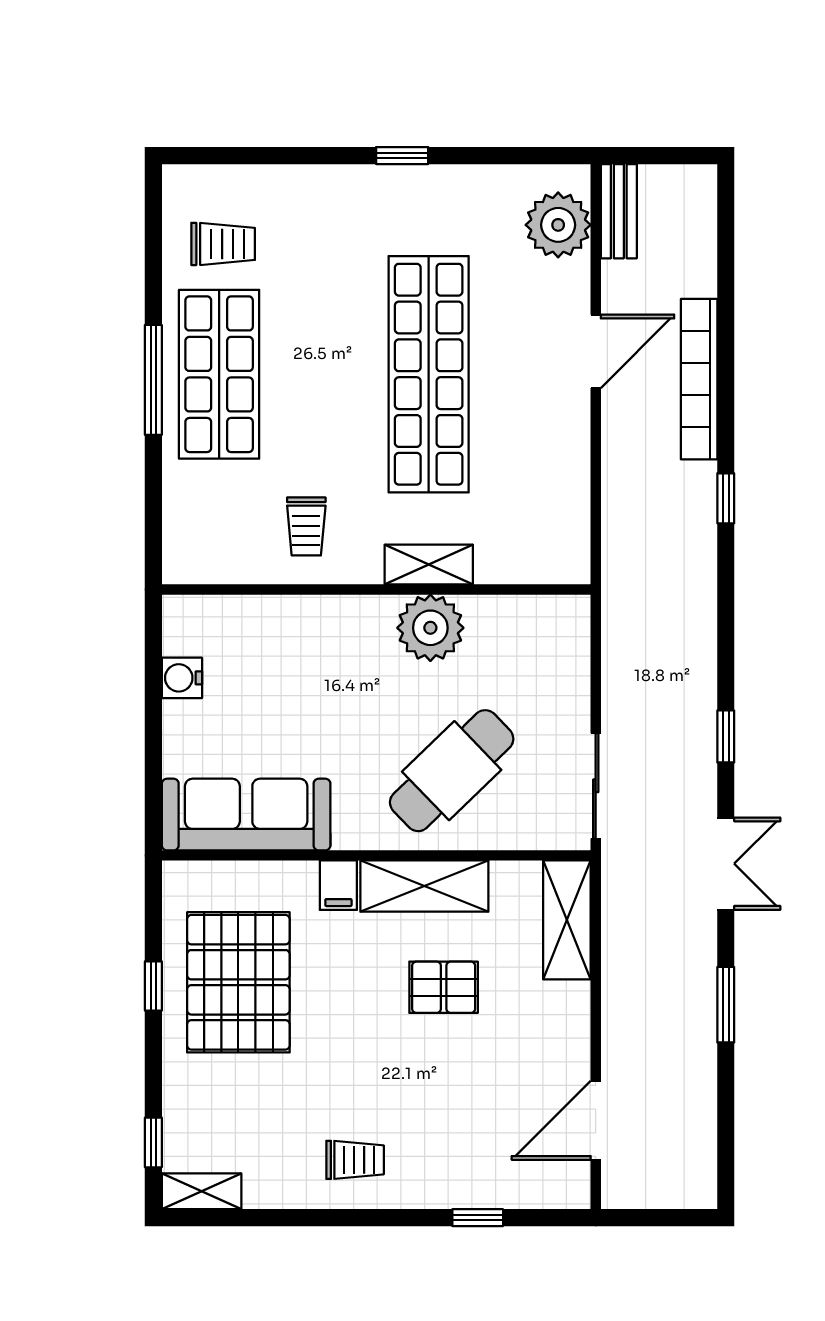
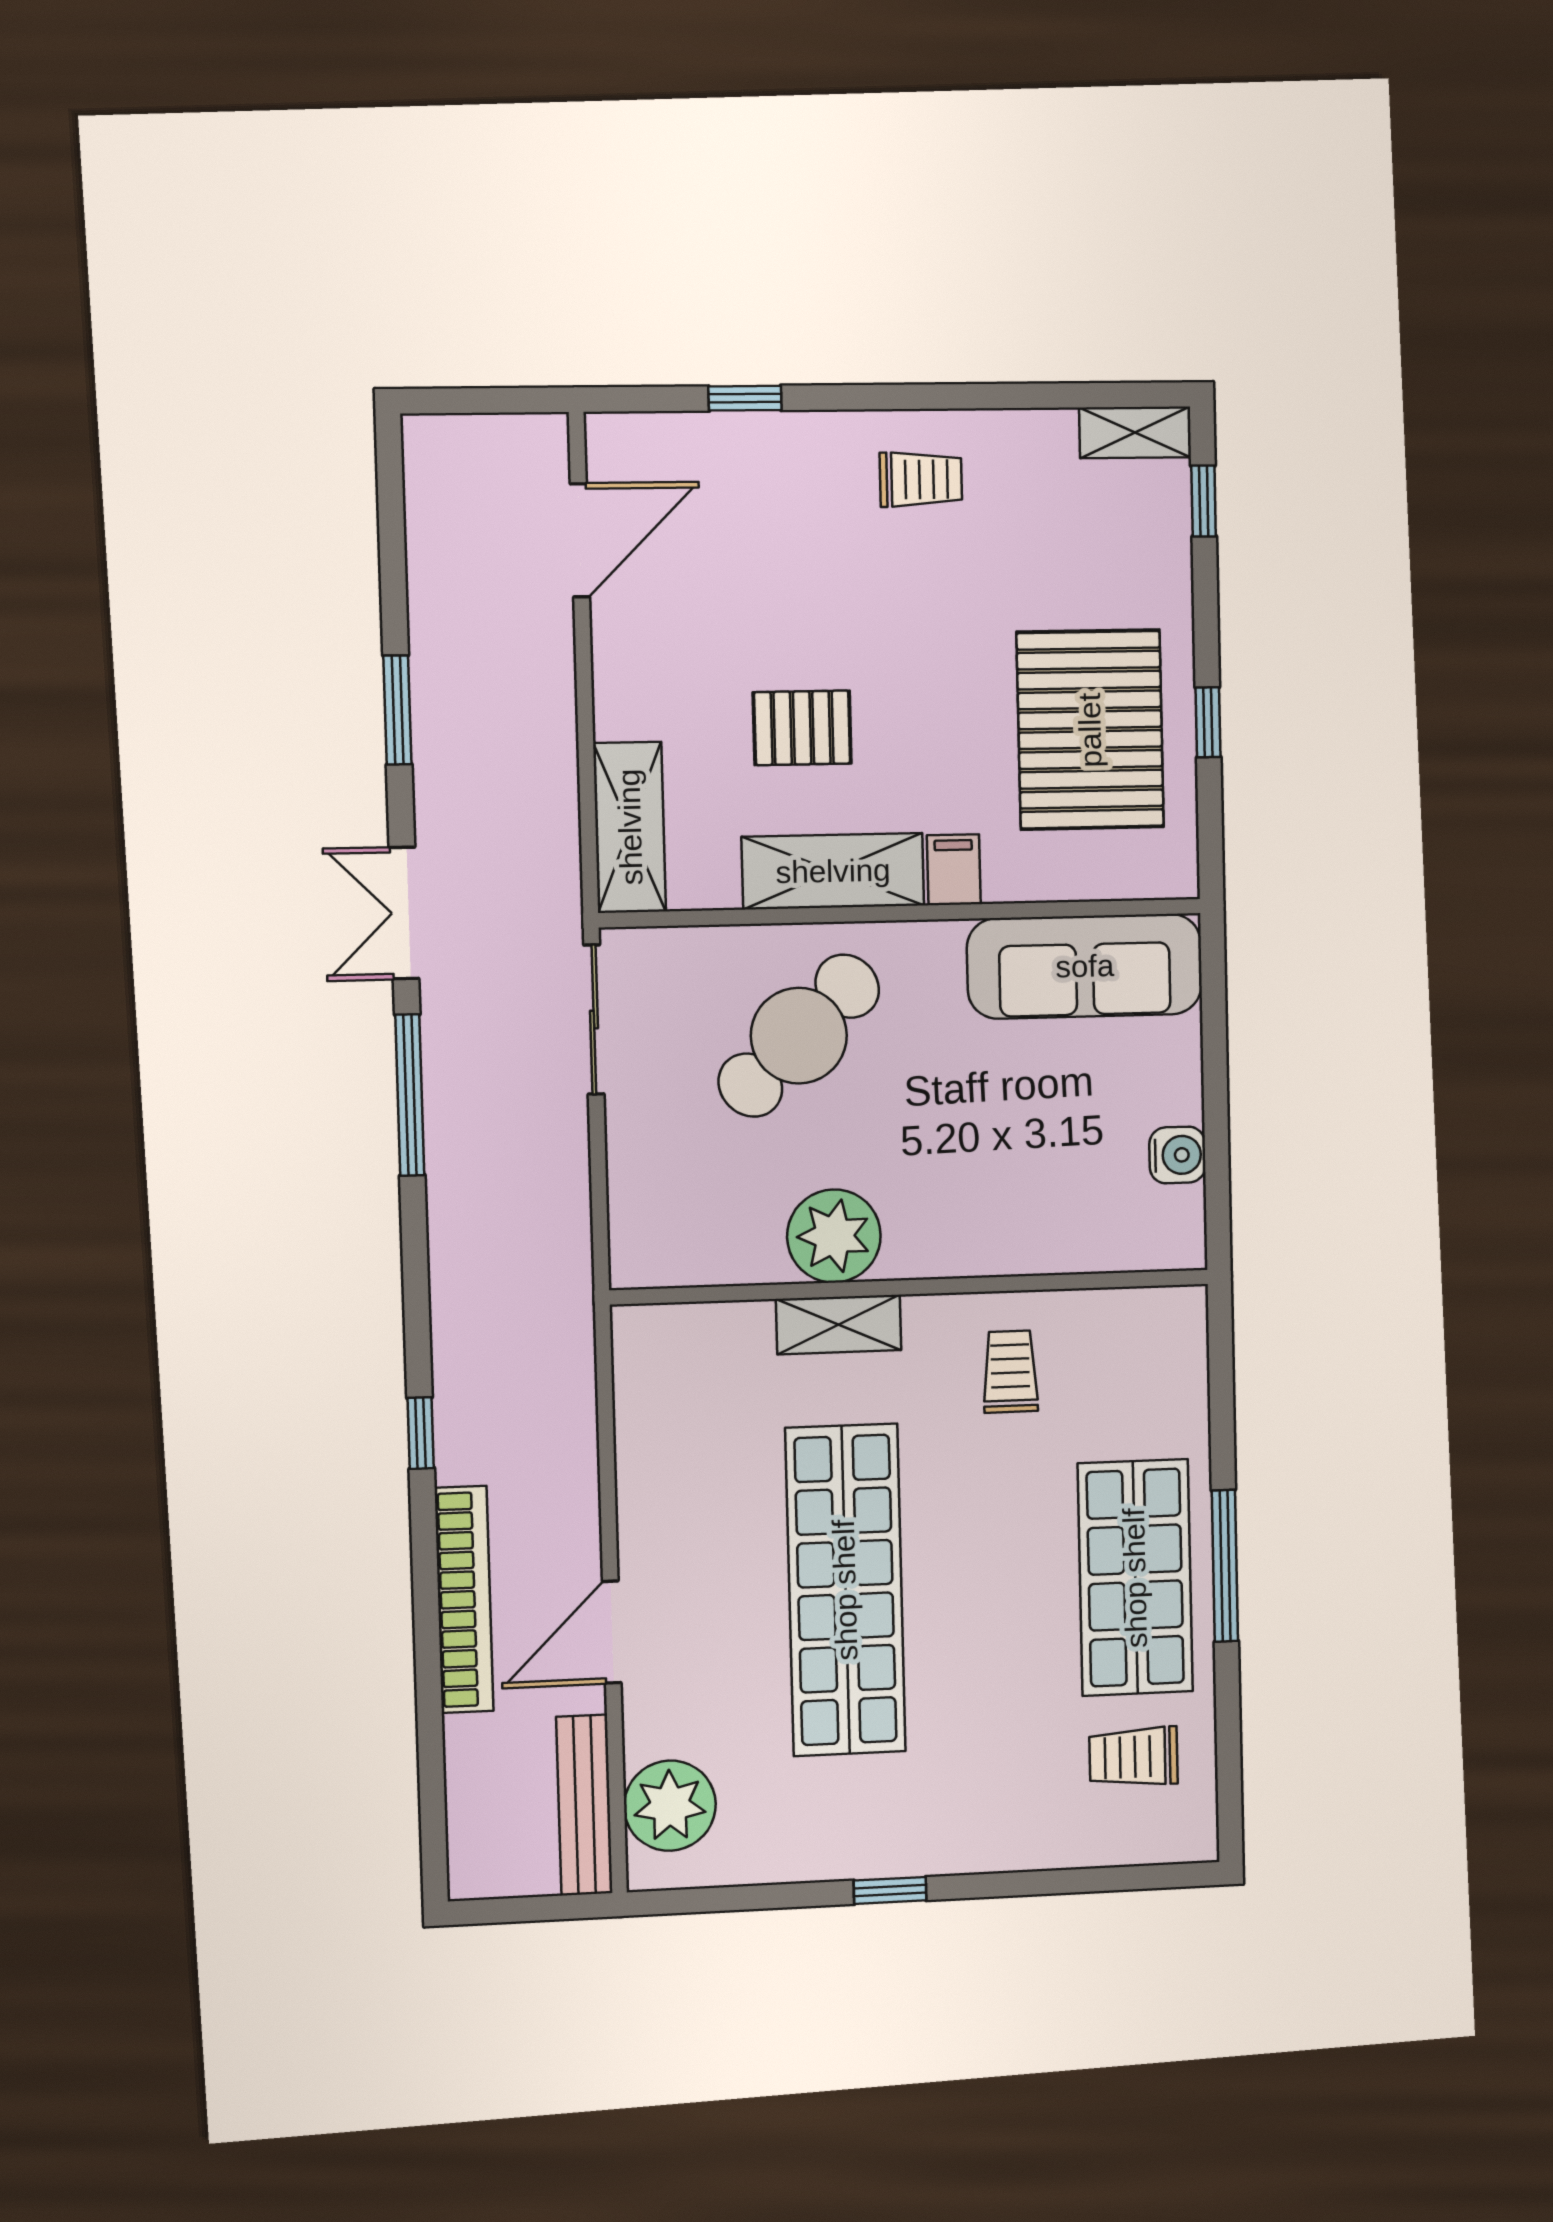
bench: (619, 211) -> (584, 1805), width x1.36
window: (726, 736) -> (410, 1095), width x2.17
trolley: (355, 1160) -> (921, 479), turned 180

